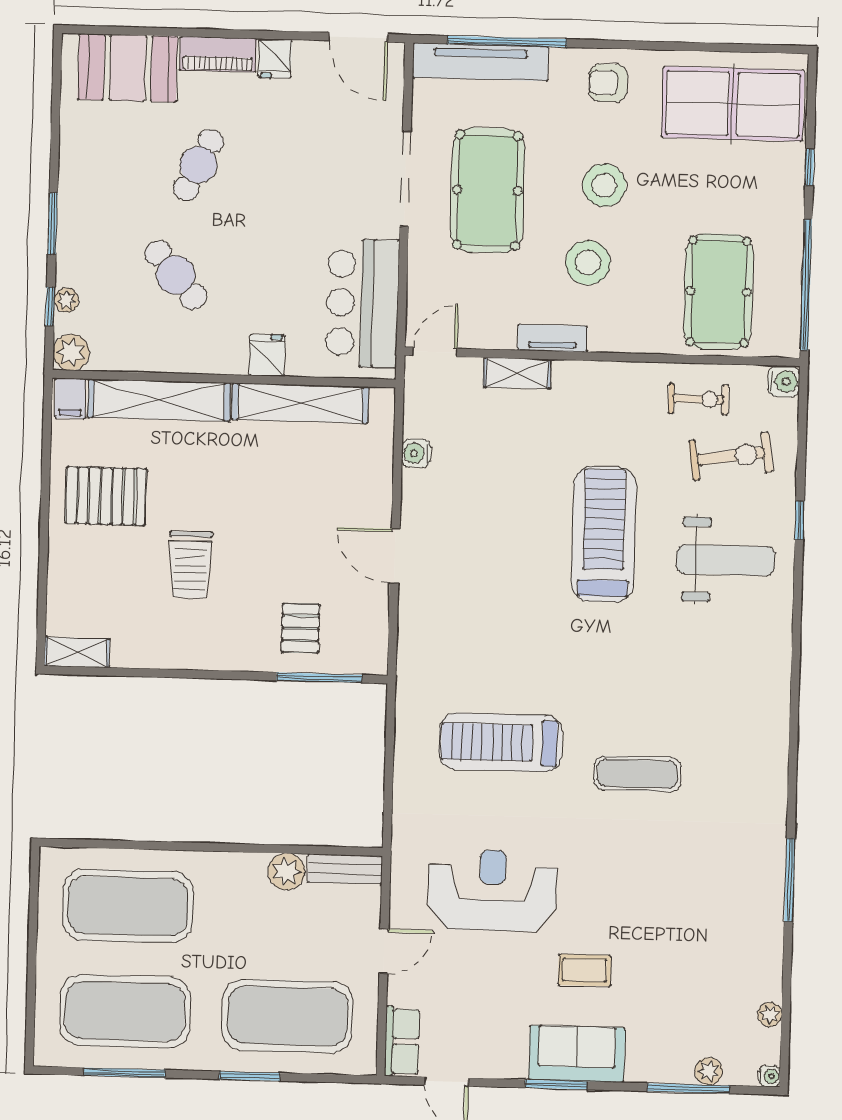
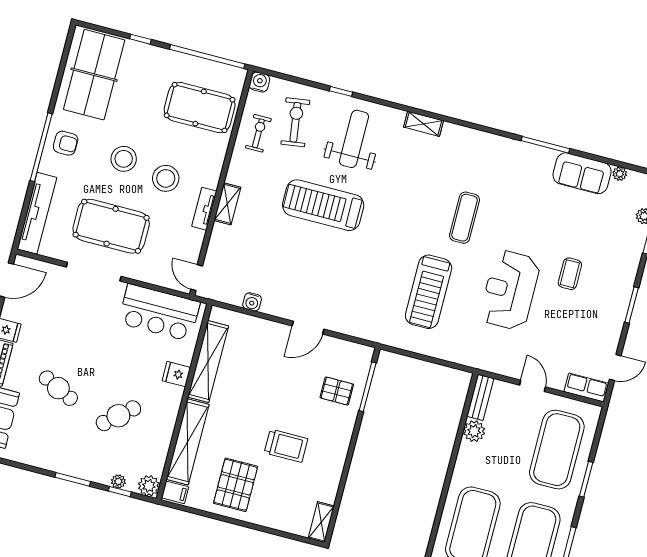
window: (507, 41) -> (41, 147), moved
armchair: (608, 83) -> (66, 143), turned -90
shelving: (517, 373) -> (227, 204), moved
shelving: (777, 670) -> (424, 124), added
reception desk: (492, 890) -> (510, 290), moved
sofa: (577, 1054) -> (582, 173), moved, turned -90

